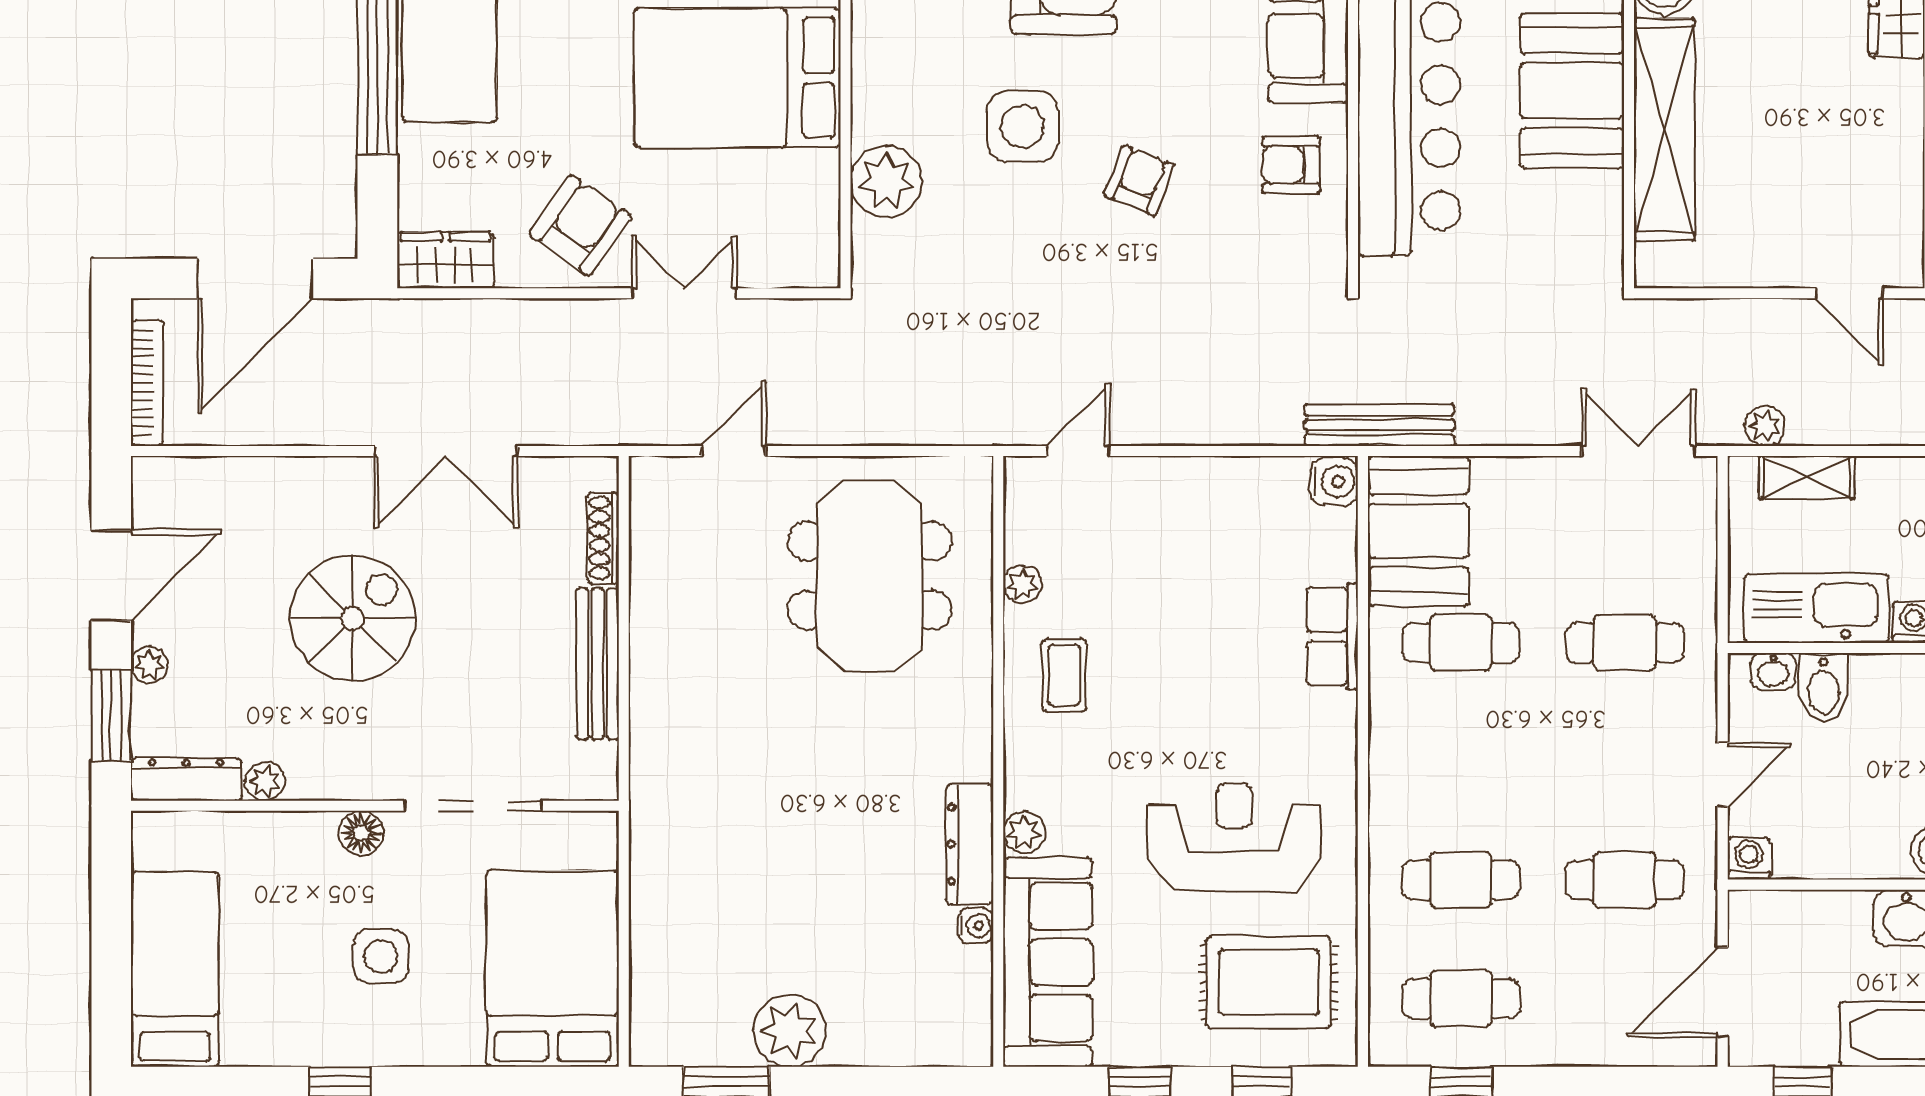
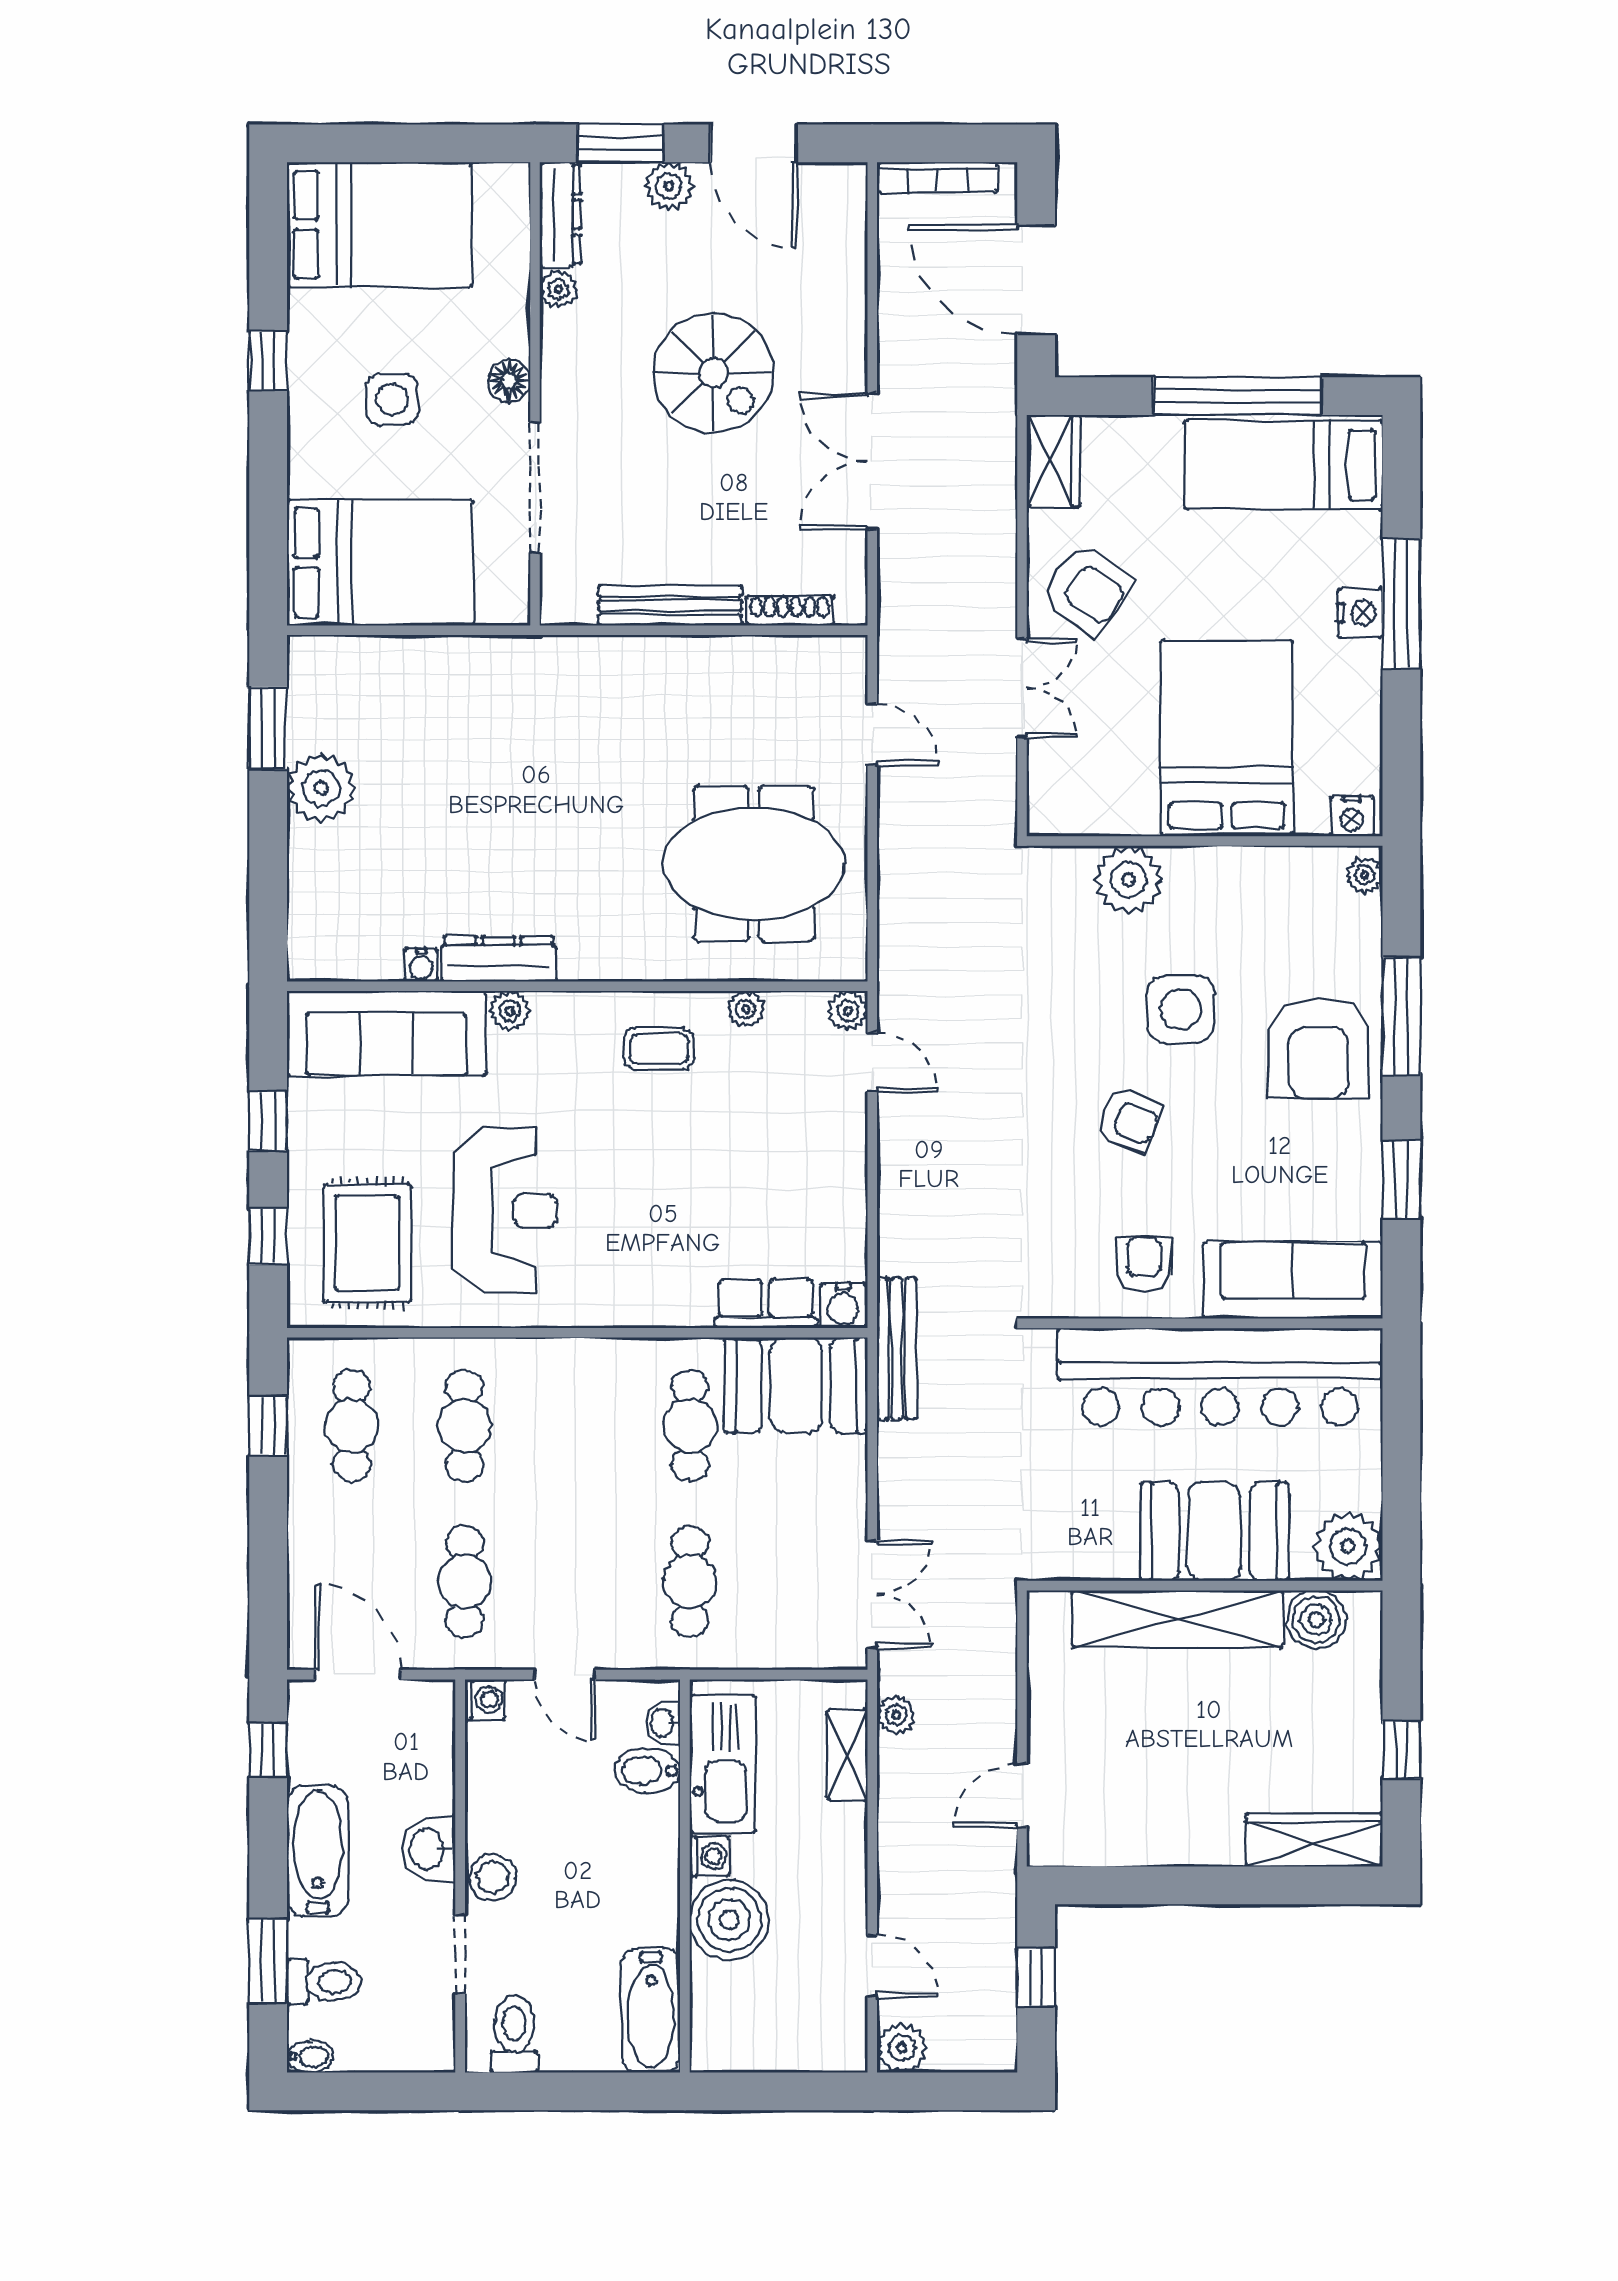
plant: (1024, 477) -> (848, 1011), added
row of seats: (1332, 636) -> (766, 1304), moved
plant: (149, 665) -> (669, 186), width x1.38, depth x1.38
bed: (175, 969) -> (380, 225), width x1.50

